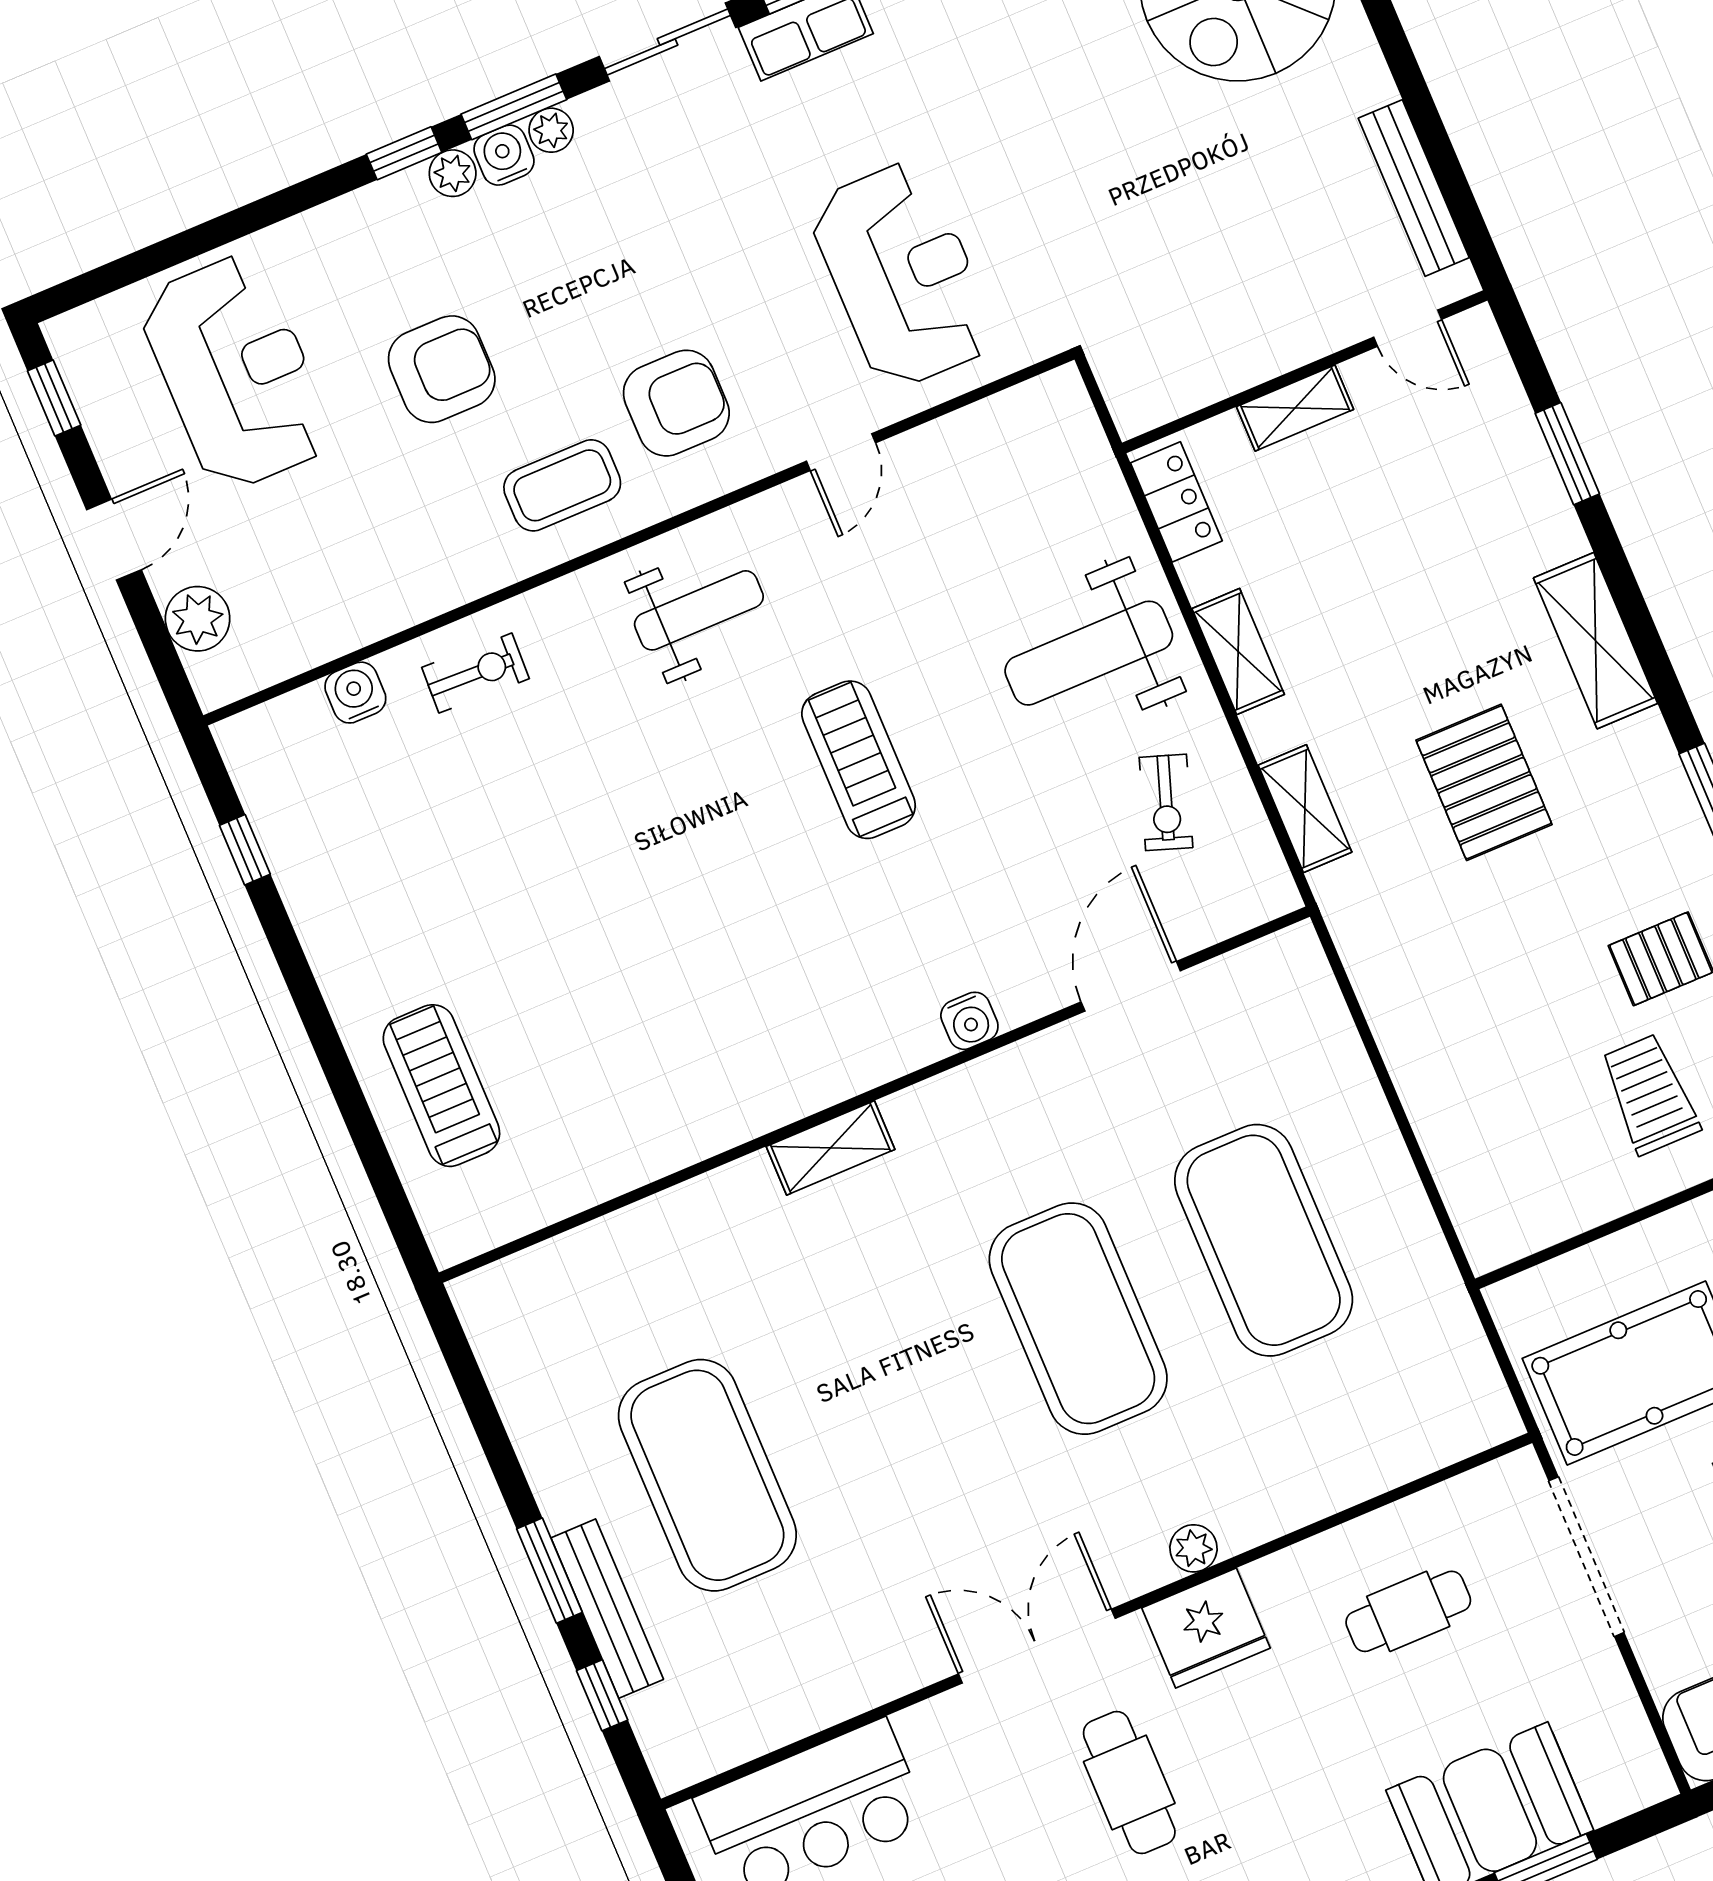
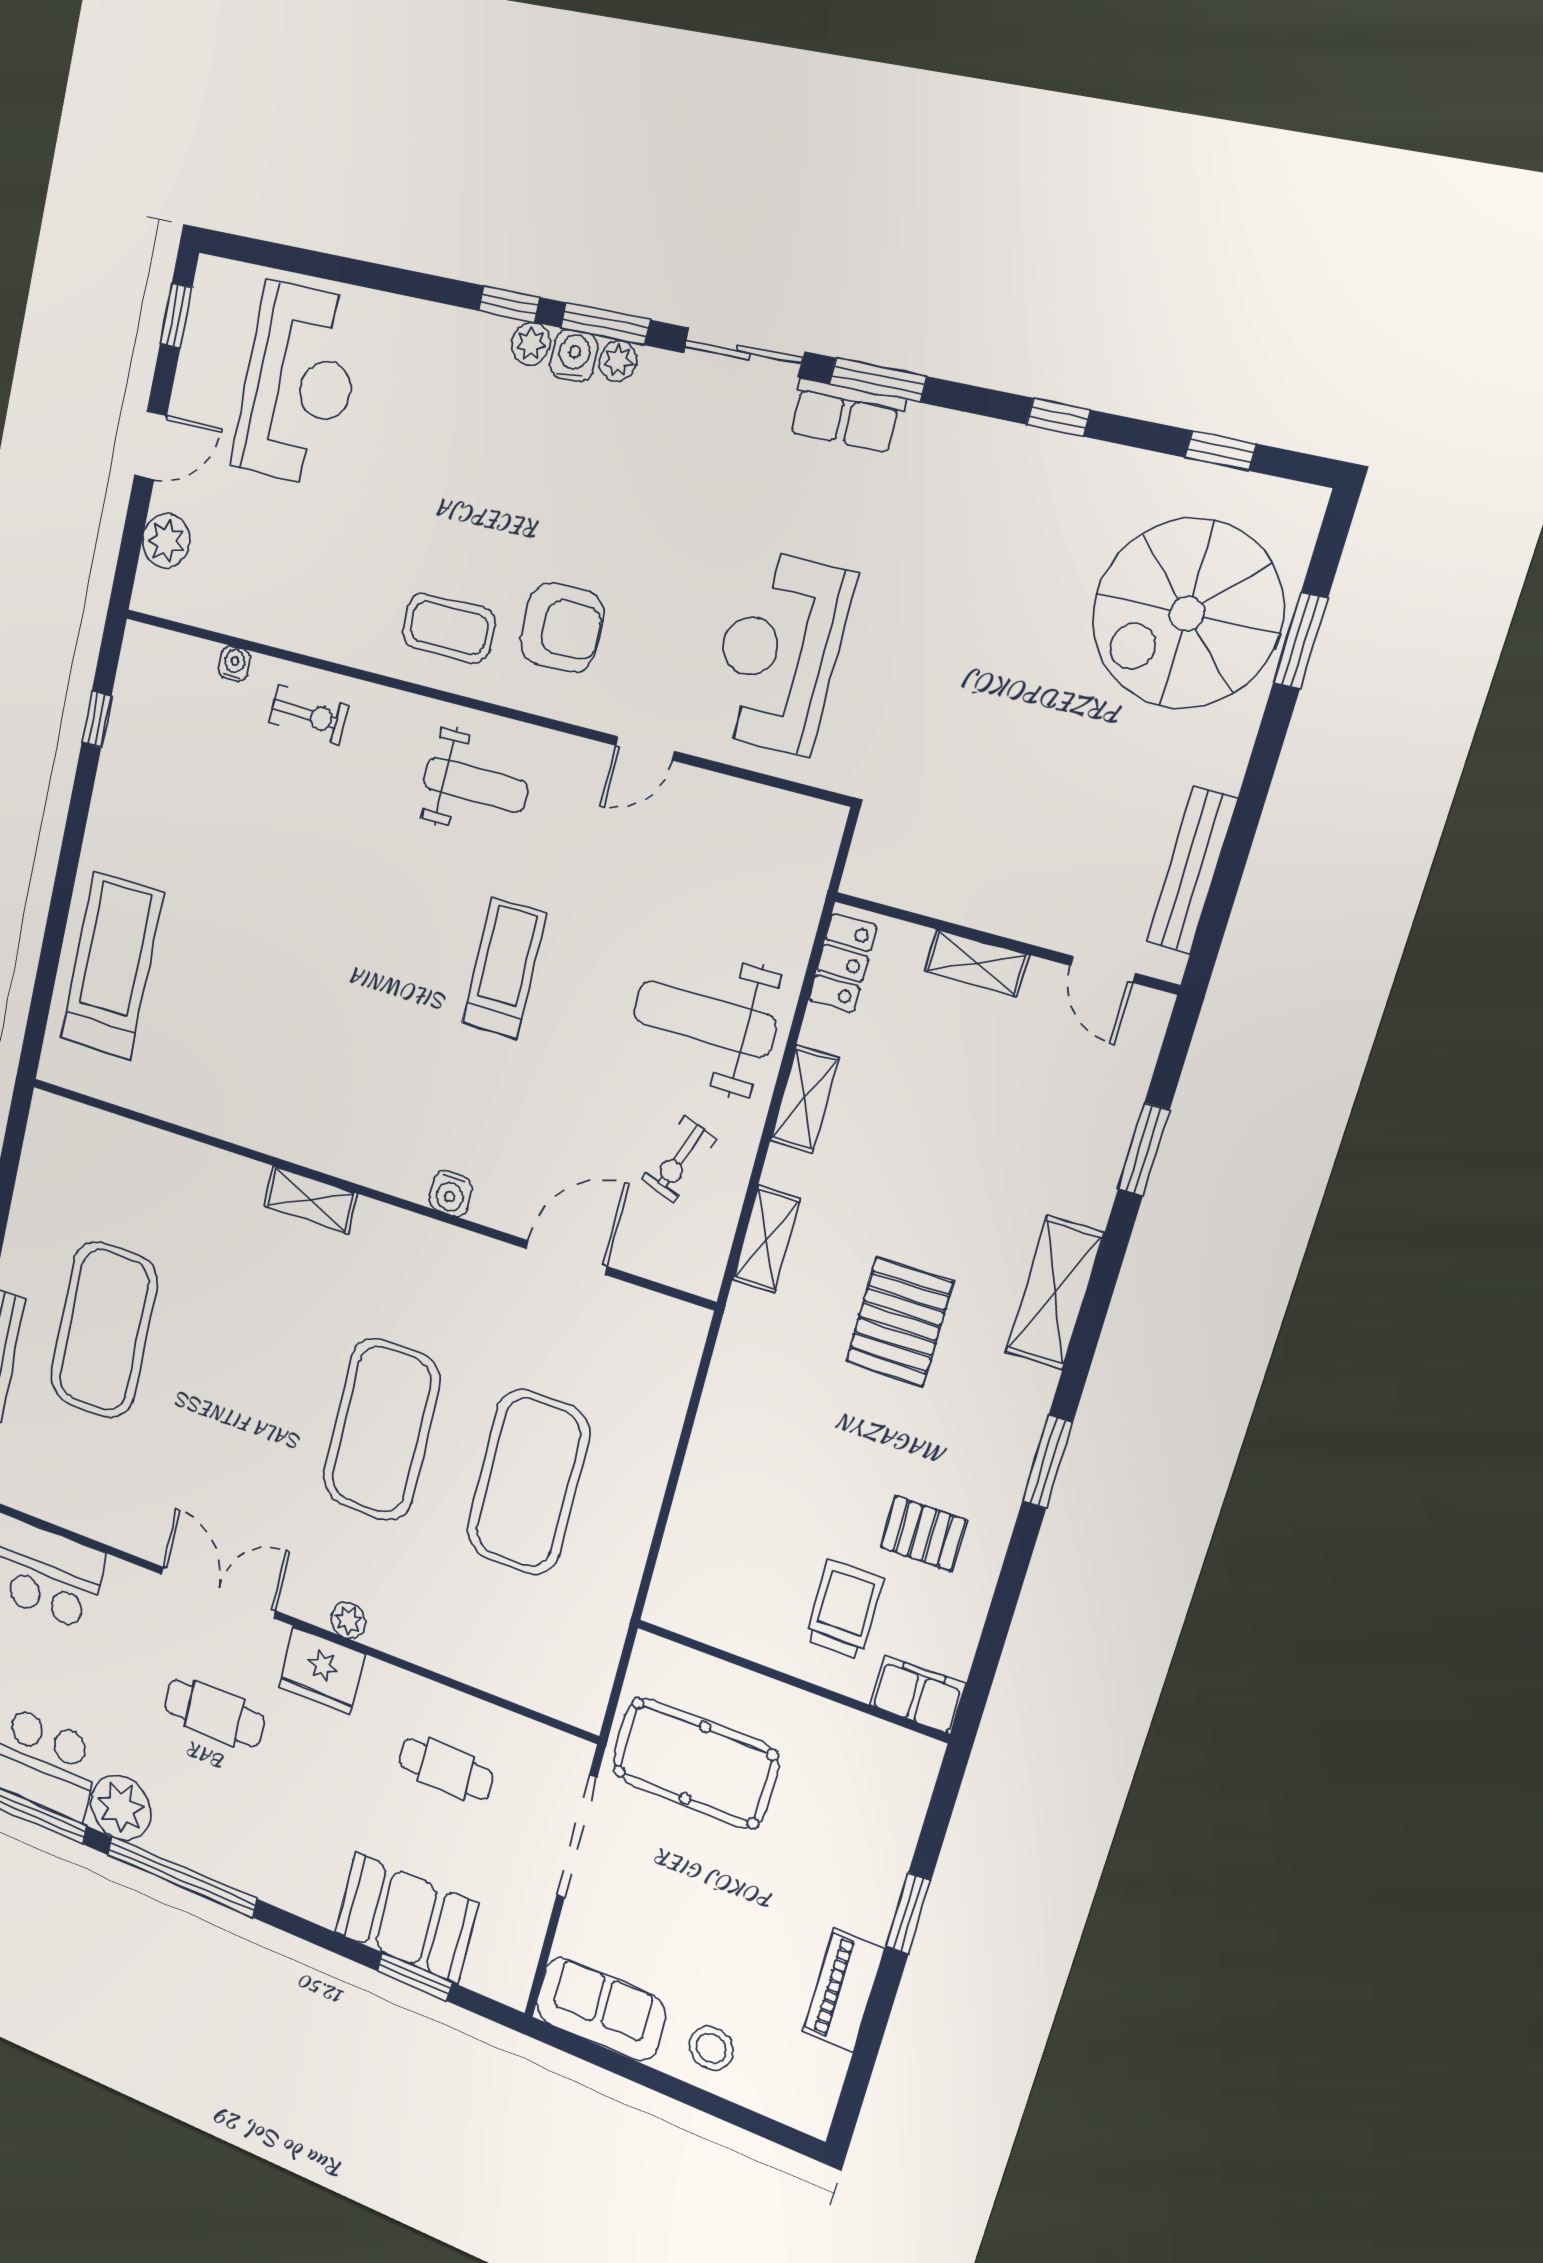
reception desk: (903, 275) -> (779, 653), turned 180
armchair: (442, 369) -> (428, 484), removed
water cooler: (355, 693) -> (234, 664), width x0.72, depth x0.72
treadmill: (441, 1086) -> (112, 966), width x1.37, depth x1.38
cafe table: (1129, 1783) -> (214, 1713), turned 90

